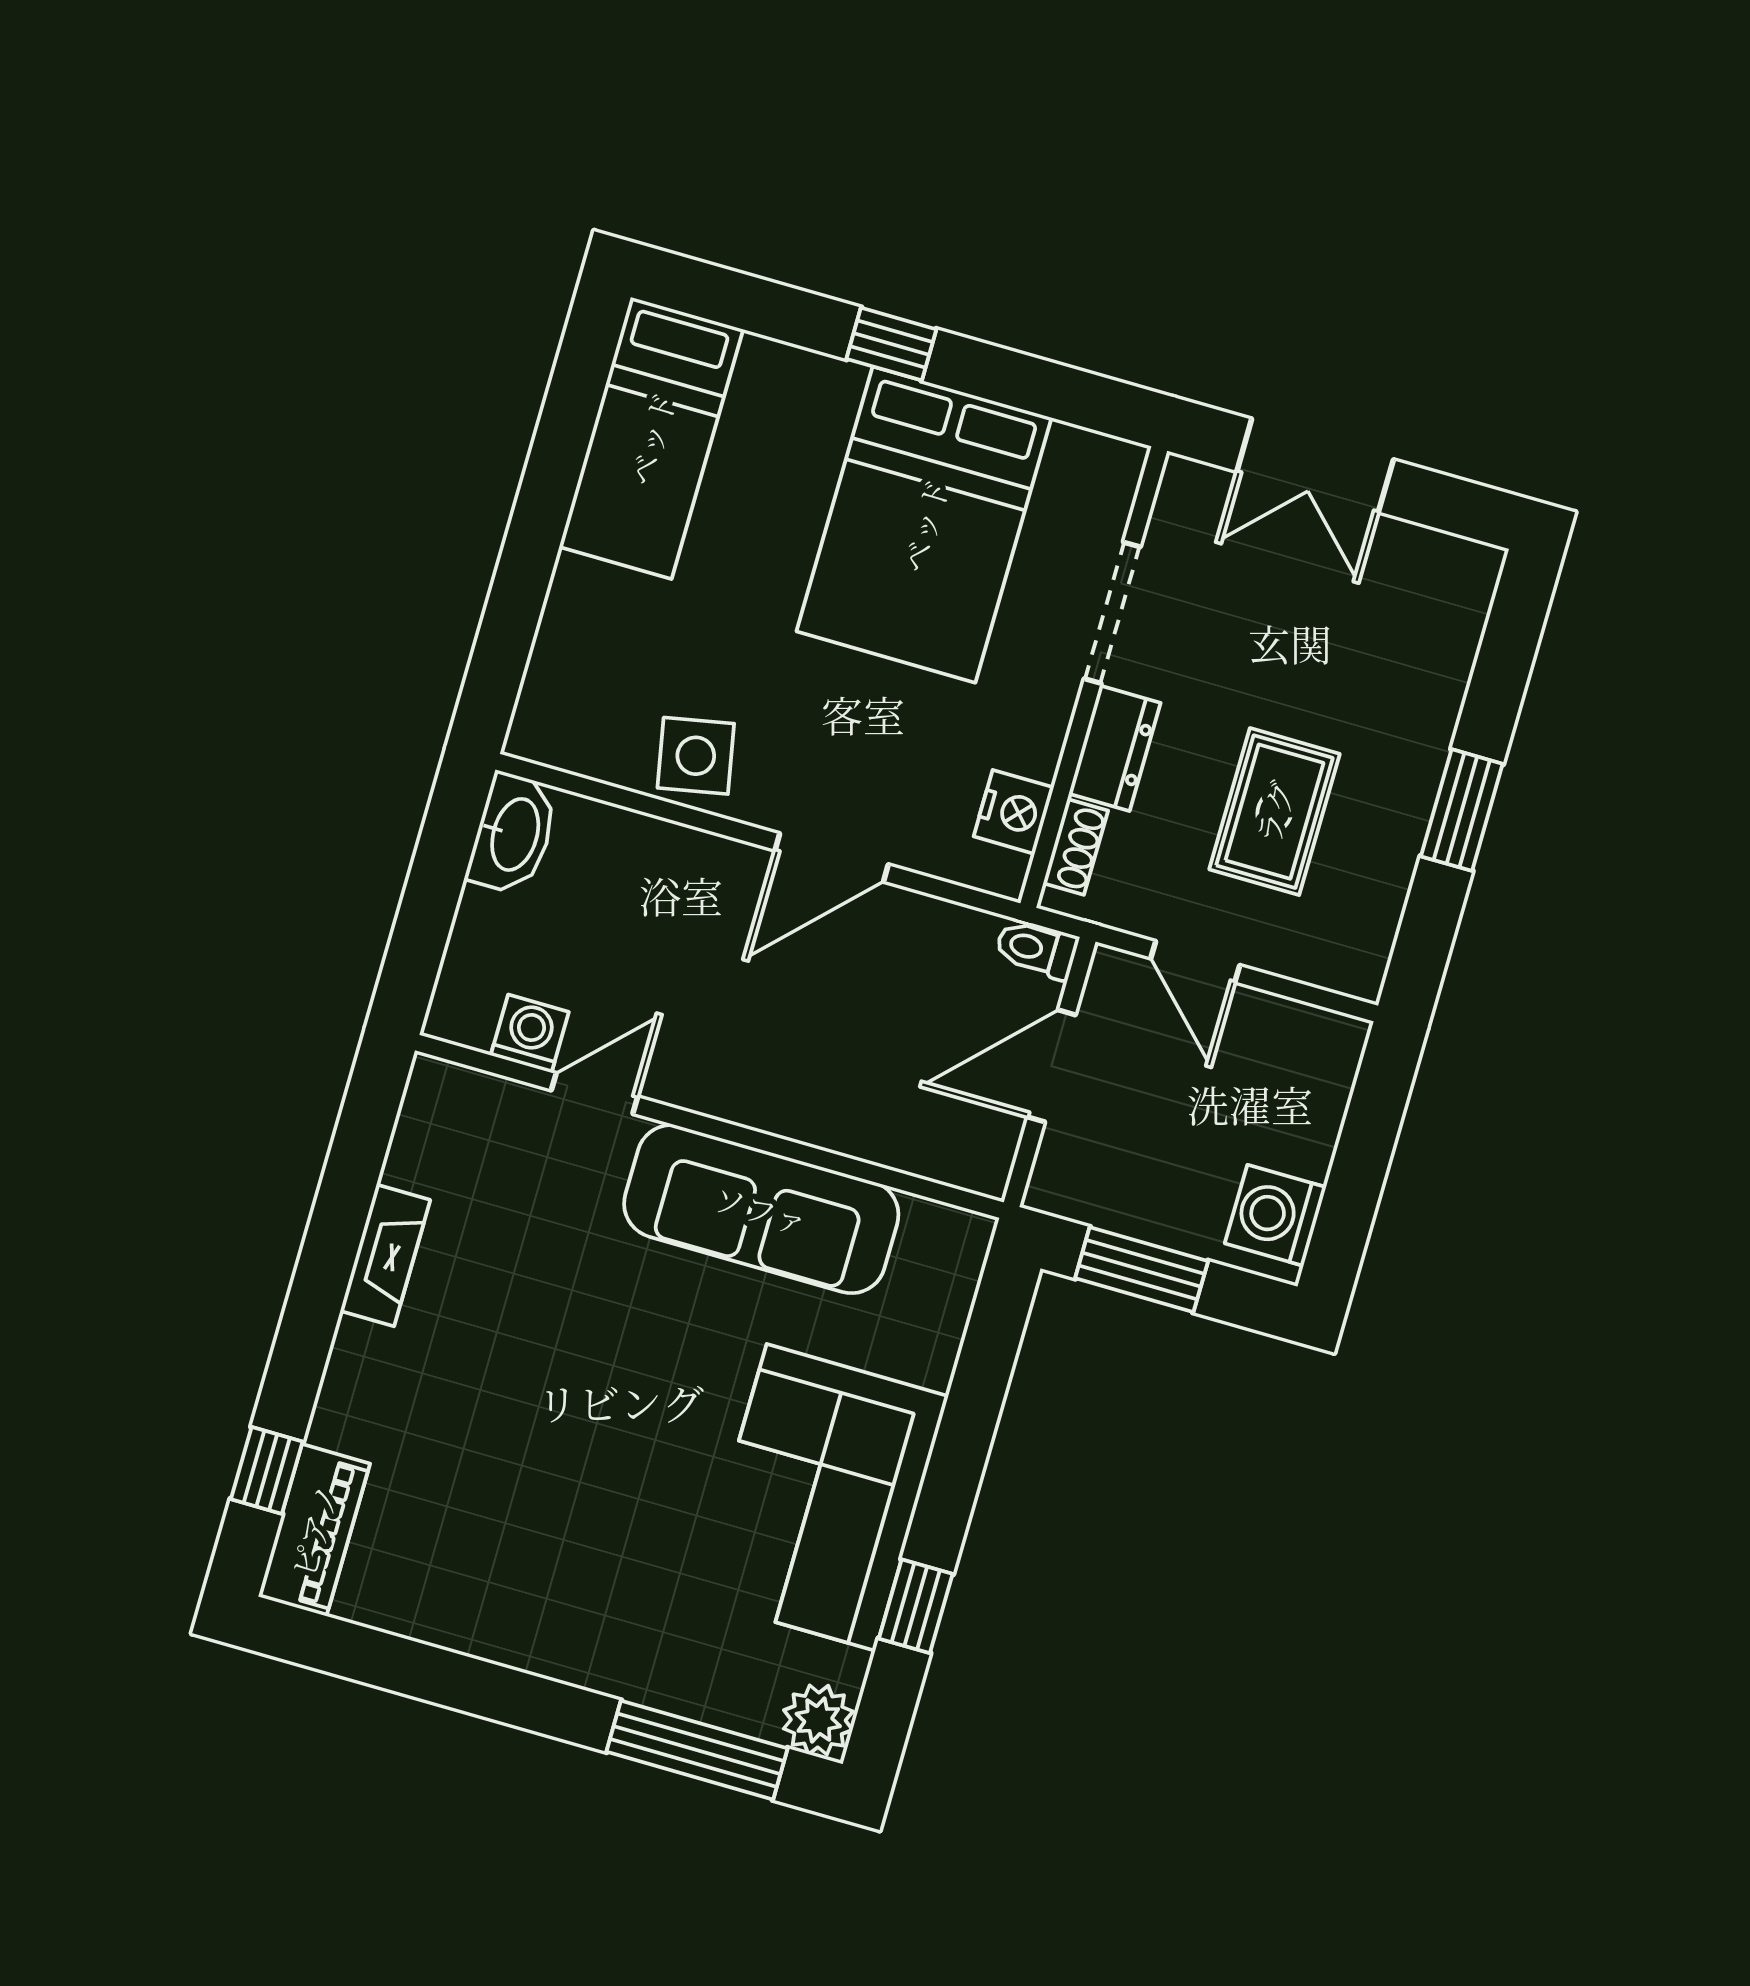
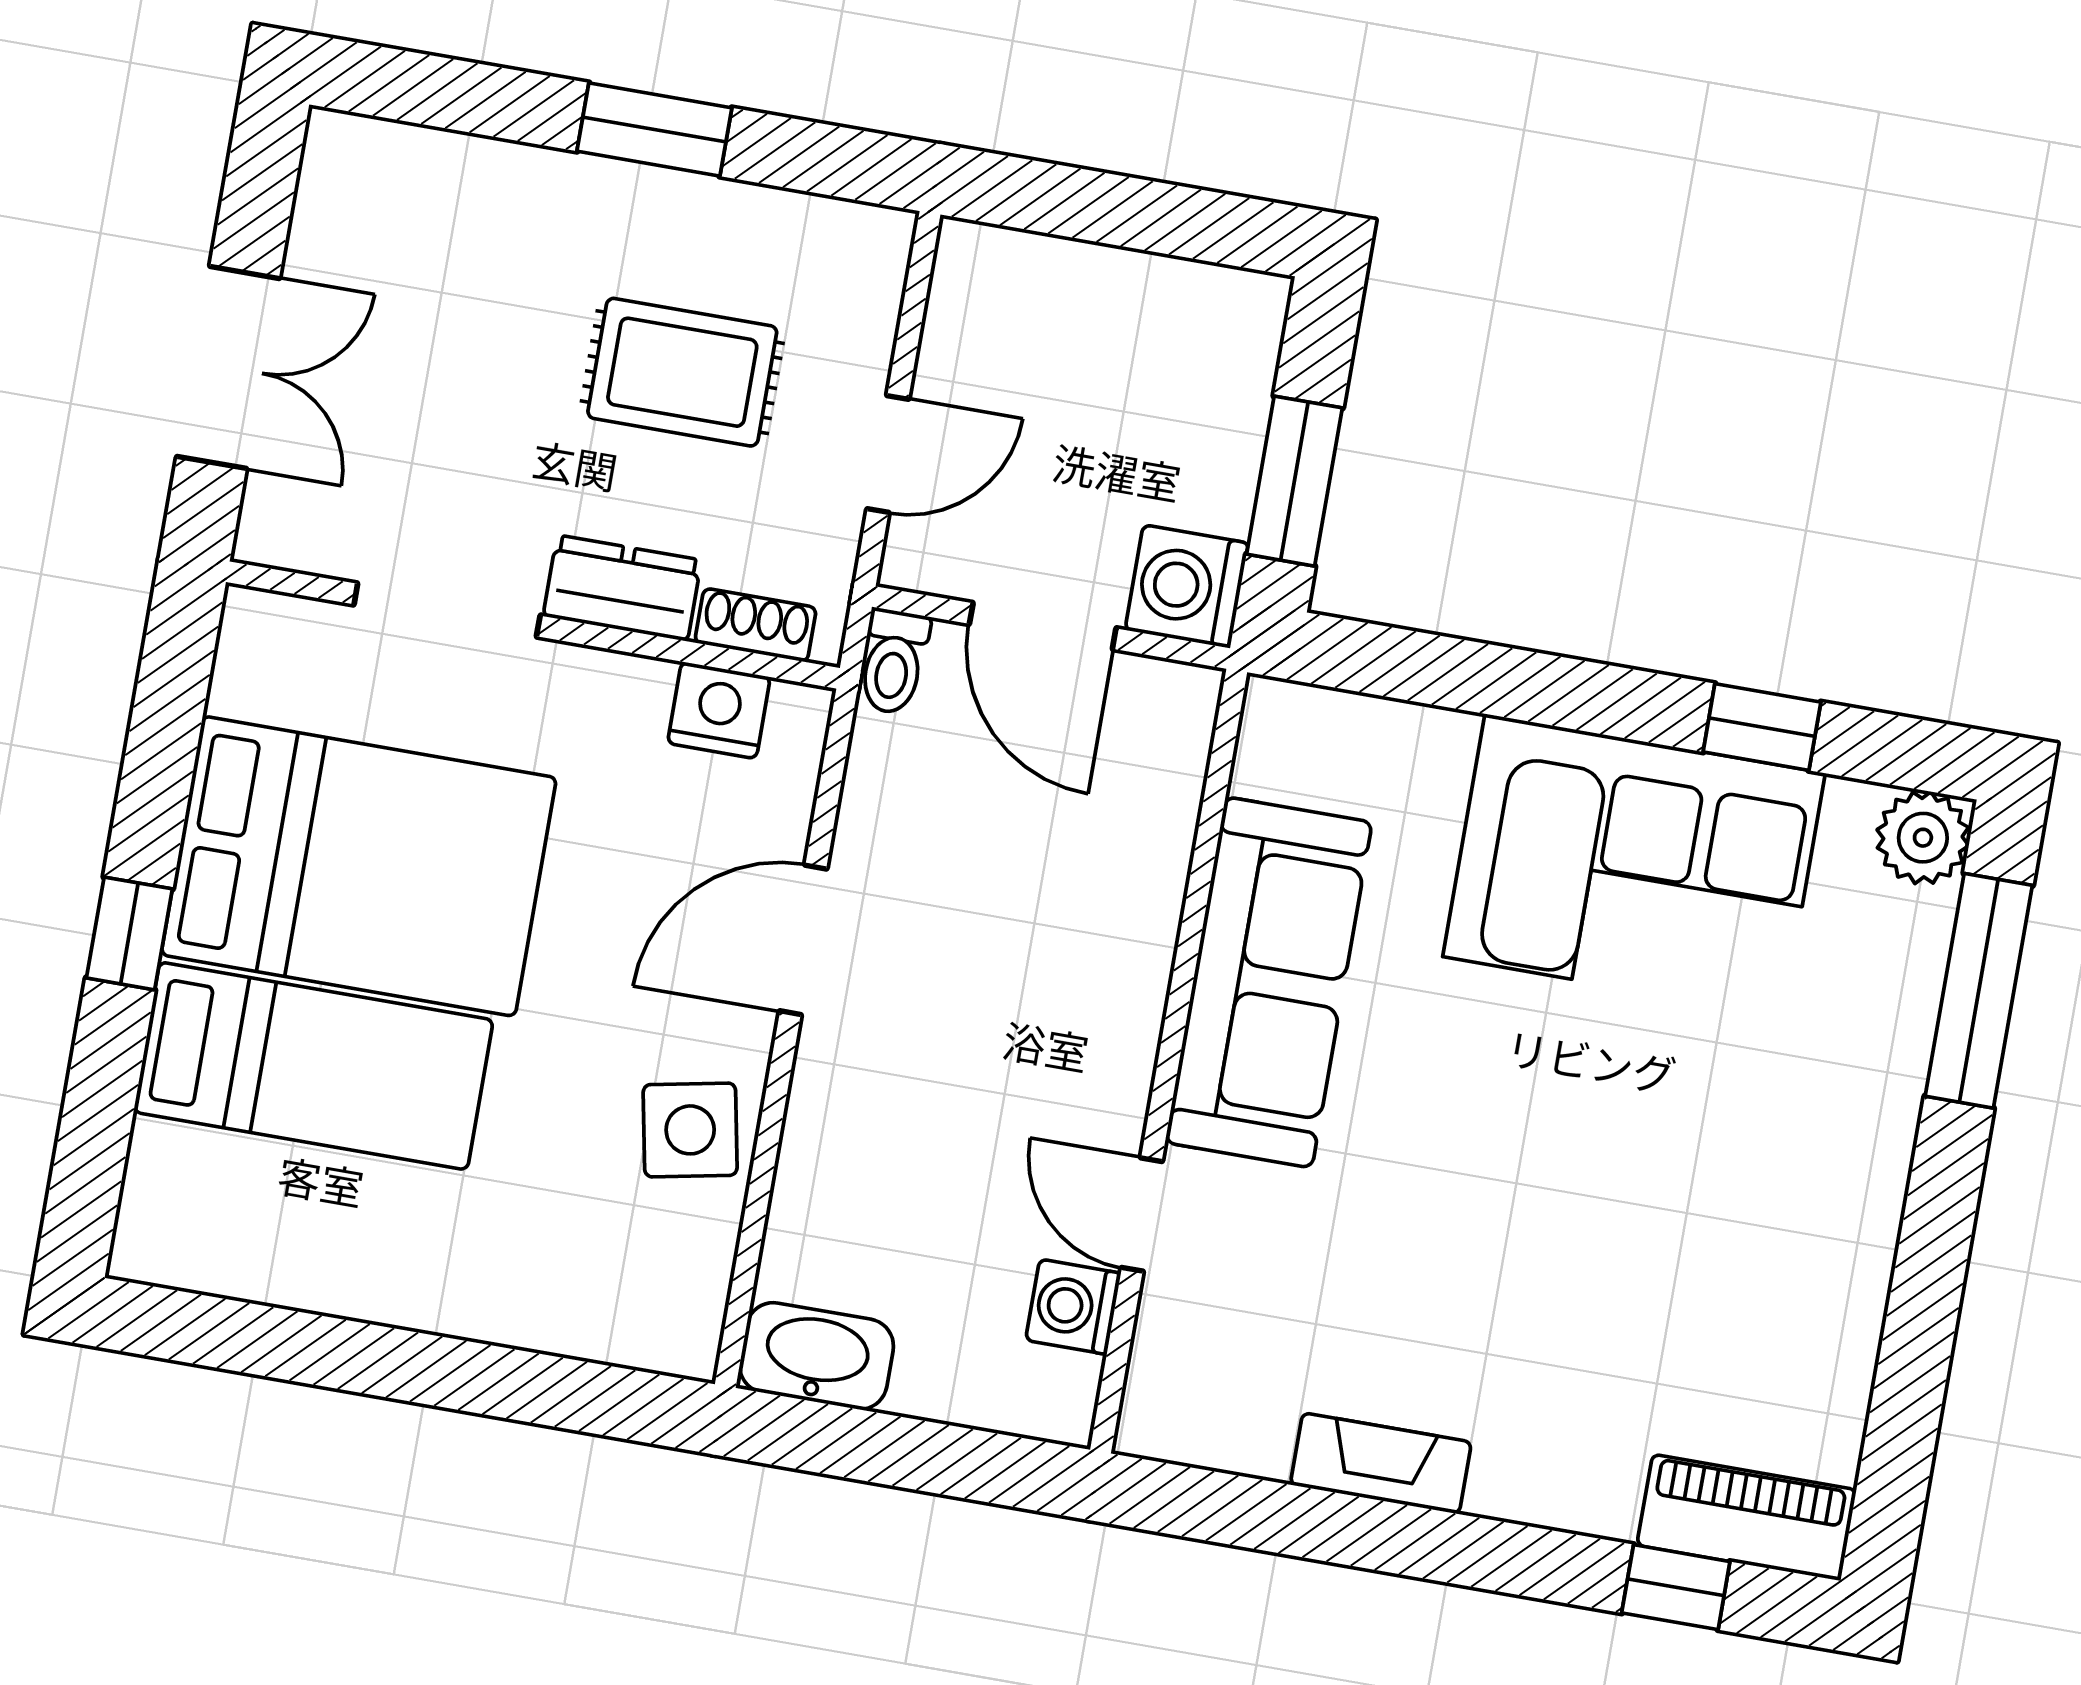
bed: (651, 438) -> (313, 1066), moved
door: (832, 857) -> (803, 940), swing flipped
washing machine: (1275, 1215) -> (1187, 586), moved, turned 90

